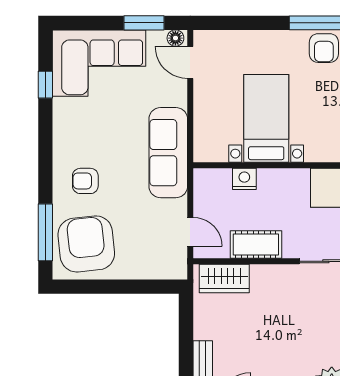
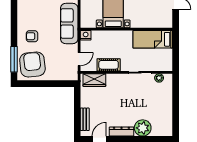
nightstand: (244, 179) -> (86, 35), moved
door: (190, 232) -> (79, 59), hinge flipped

